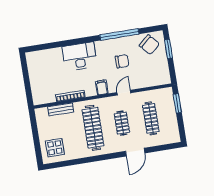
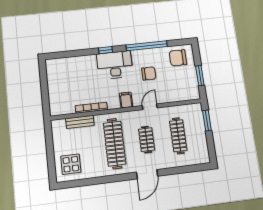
window: (81, 41) -> (105, 50), added
chair: (149, 45) -> (178, 58), turned 132
window: (168, 49) -> (200, 76), moved
desk: (79, 56) -> (115, 65), moved
door: (135, 152) -> (147, 174), moved

